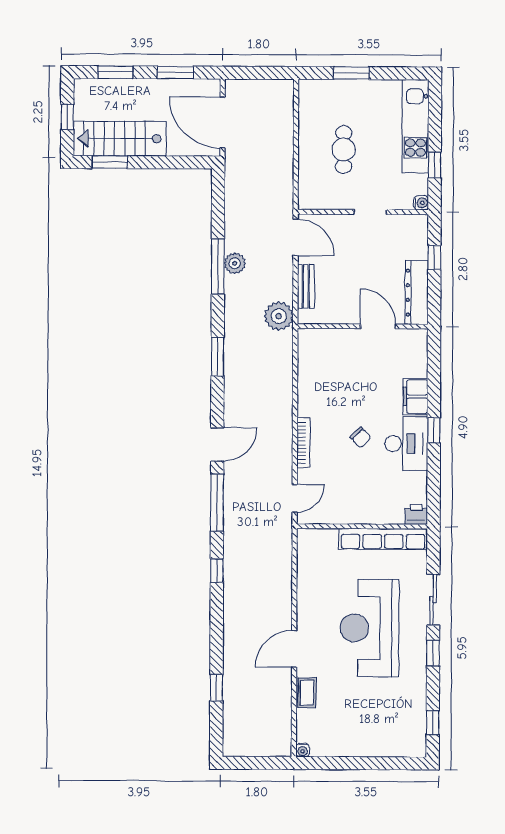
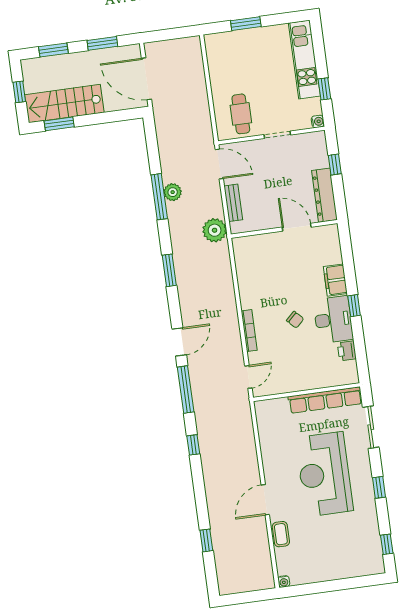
cafe table: (344, 149) -> (241, 114), moved
printer: (416, 514) -> (347, 351), moved, turned -90
sliding door: (433, 600) -> (371, 427), moved

